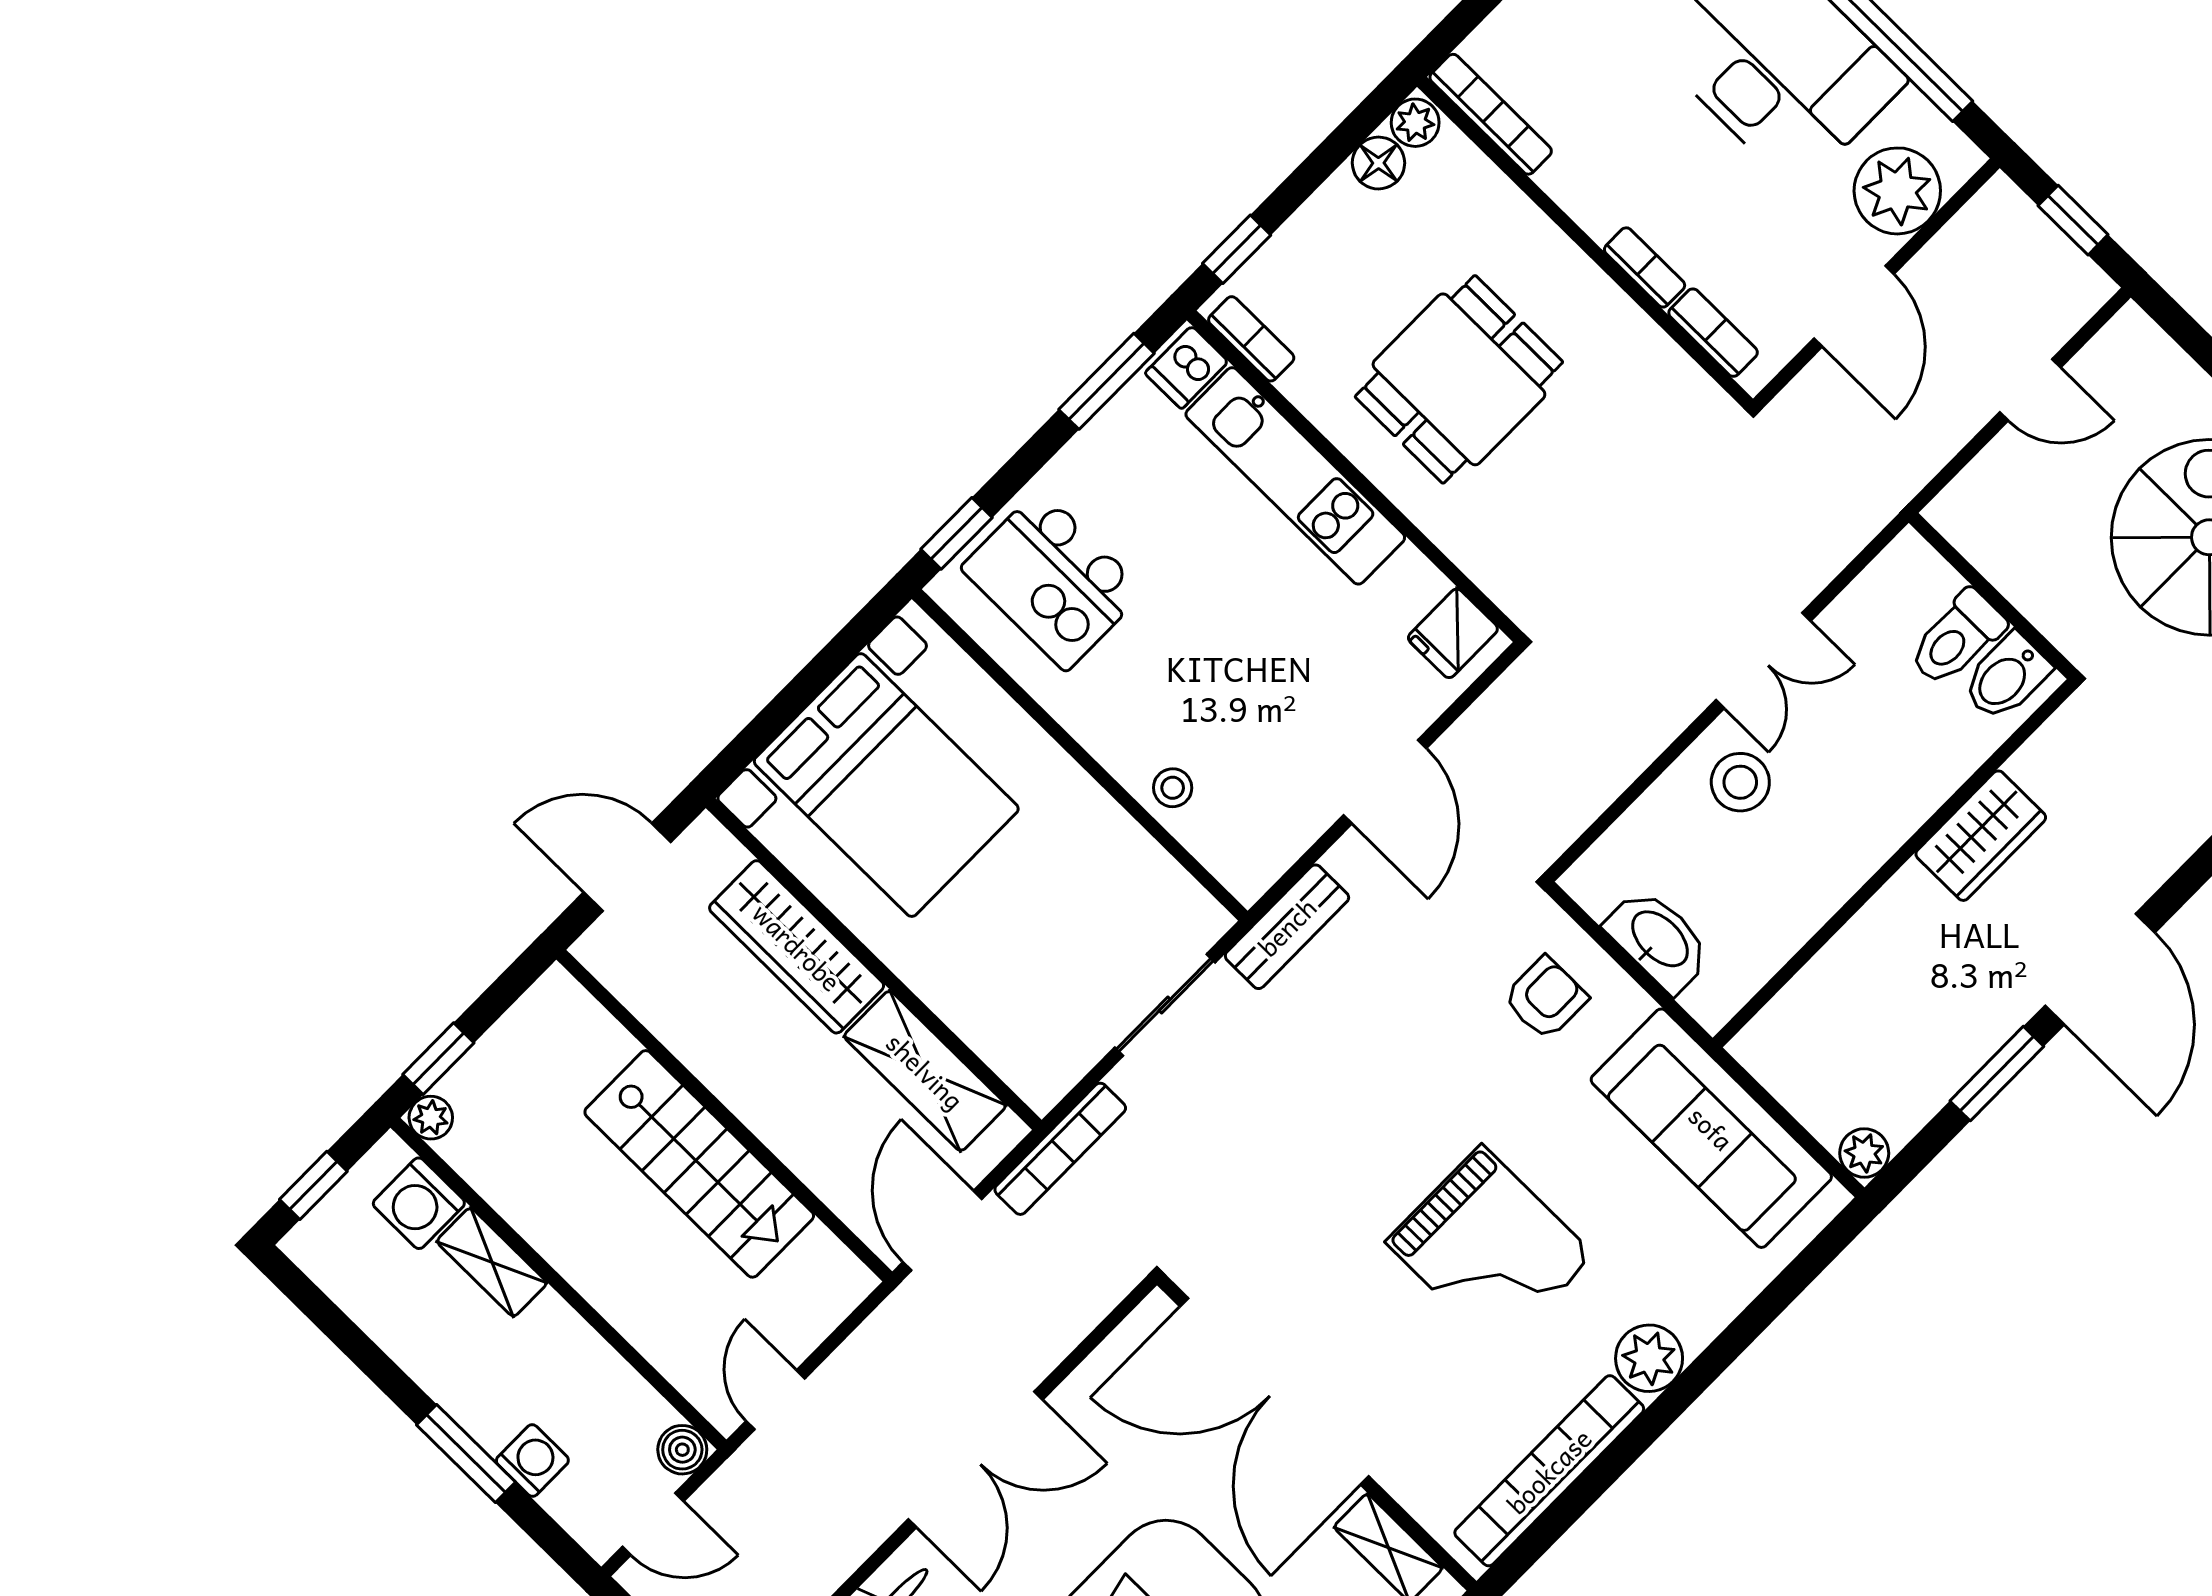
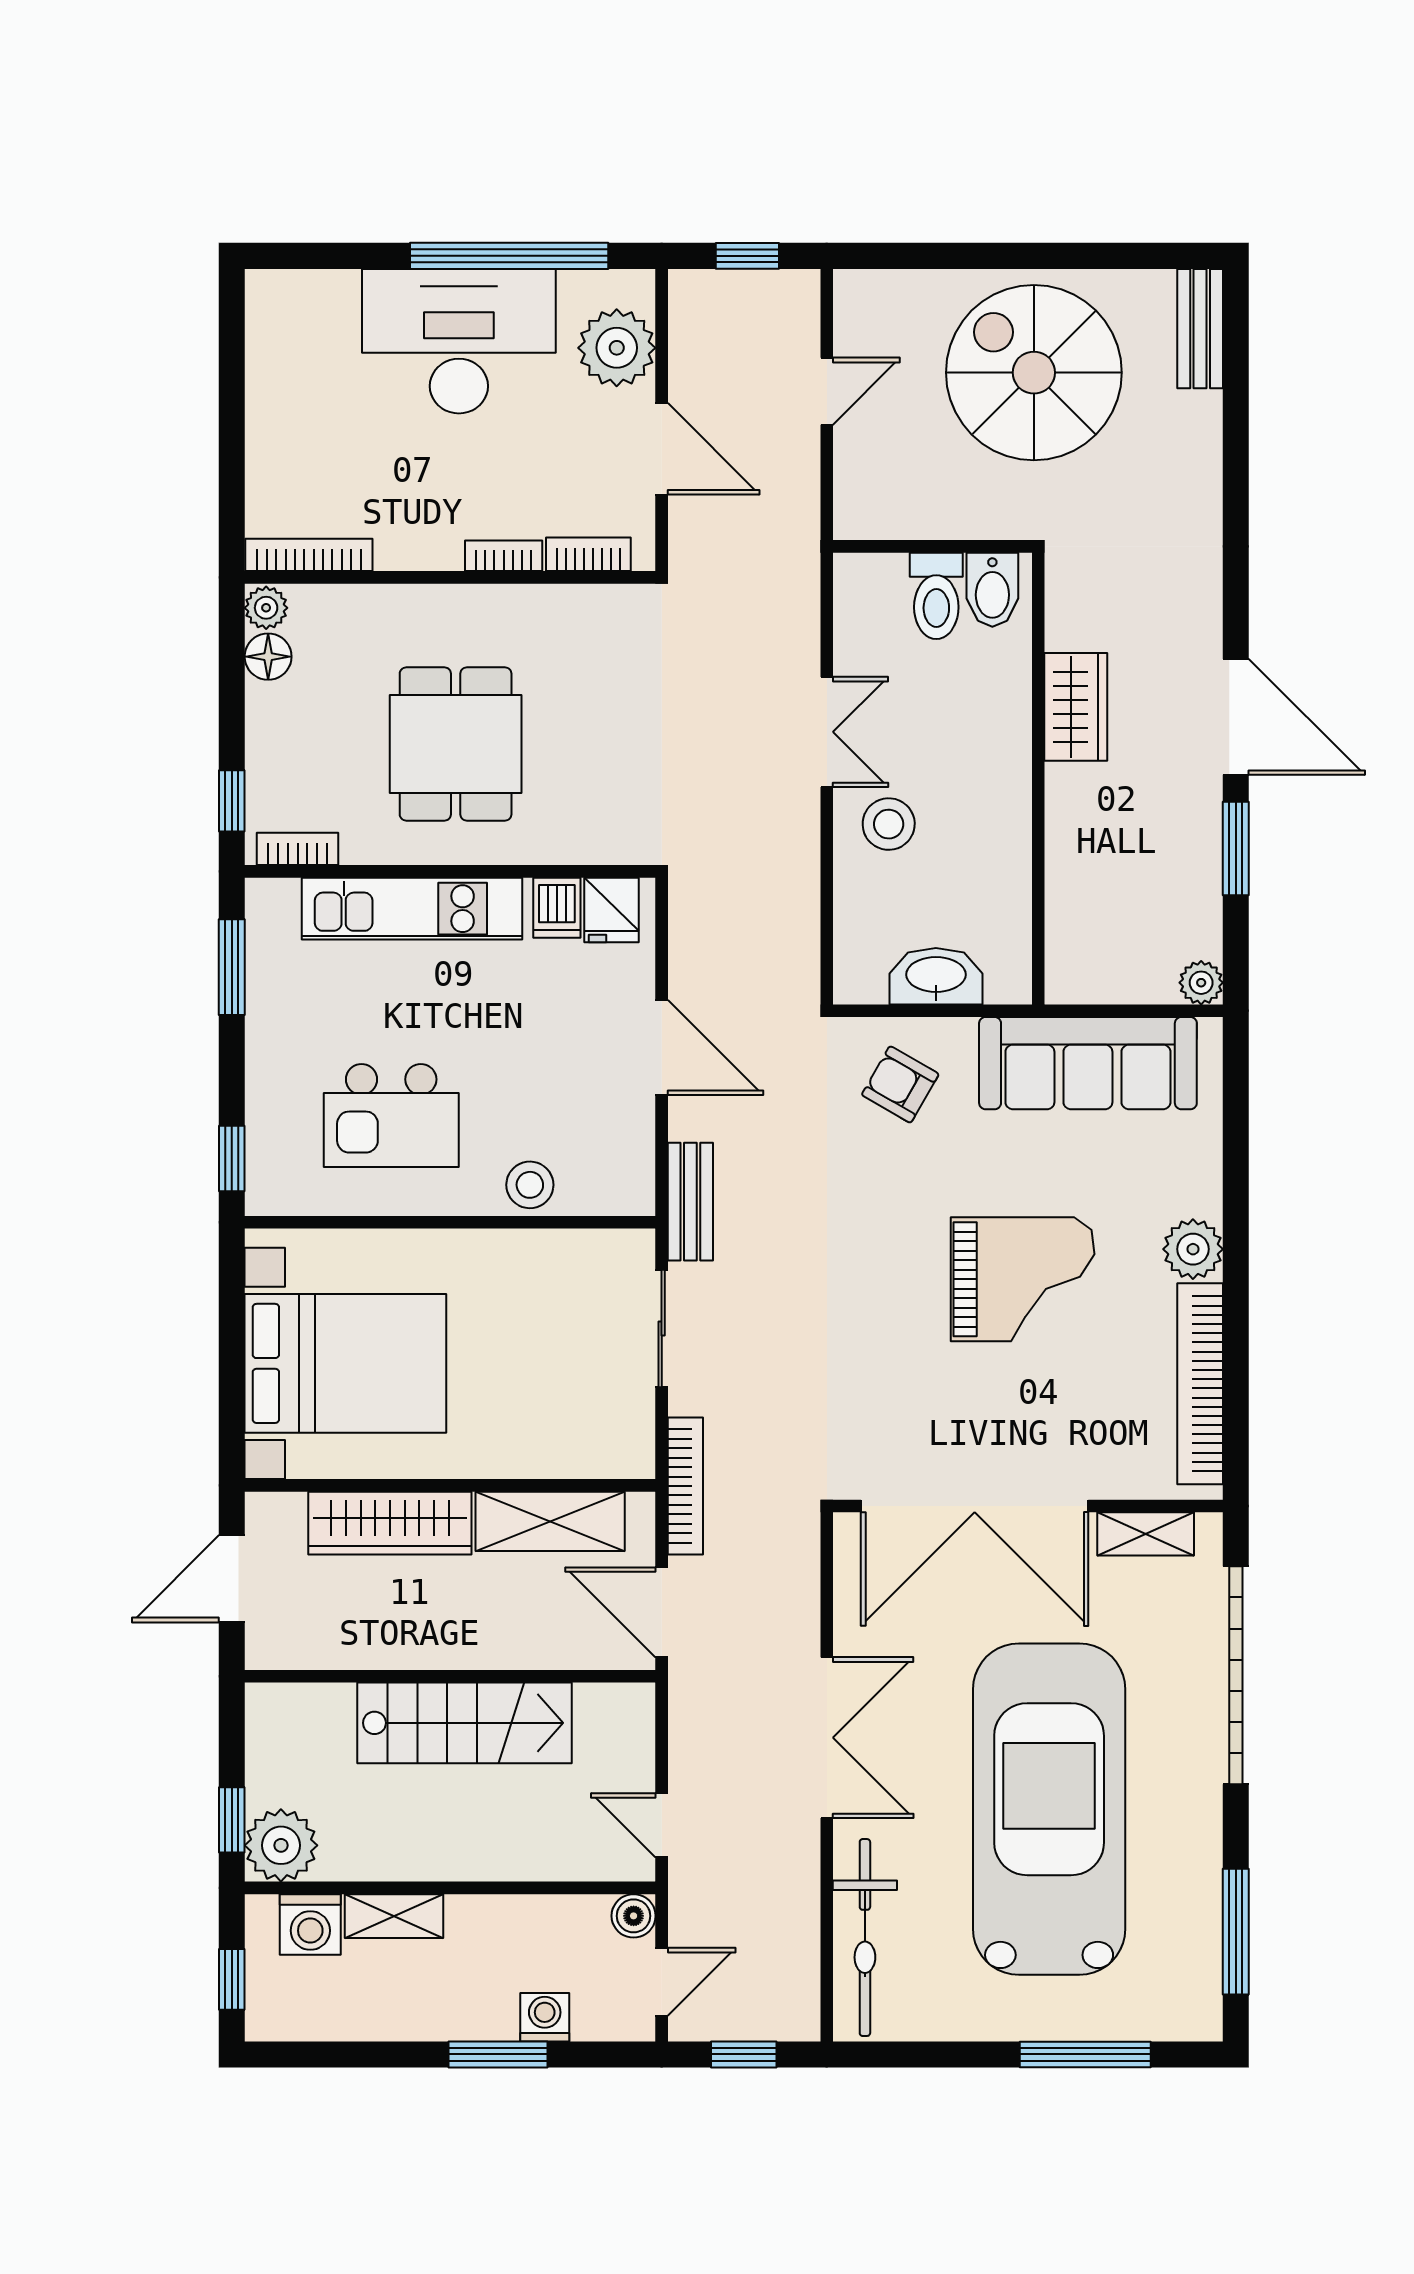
dishwasher: (1187, 367) -> (557, 908), moved
kitchen island: (1053, 580) -> (391, 1116), moved
stool: (1173, 788) -> (530, 1185), width x1.37, depth x1.37
armchair: (1545, 998) -> (900, 1084), turned -60
plant: (431, 1118) -> (281, 1845), width x1.87, depth x1.87

